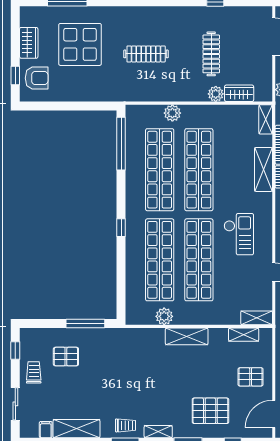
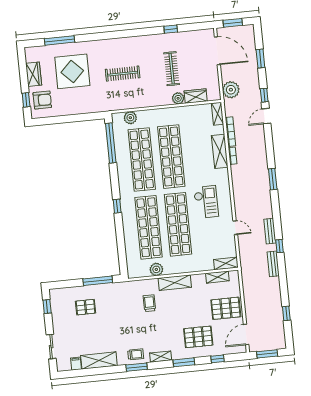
plant: (172, 113) -> (130, 118), moved
trolley: (34, 372) -> (149, 303), moved
pallet: (251, 377) -> (226, 308), width x1.50, depth x1.42

